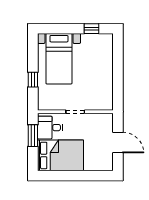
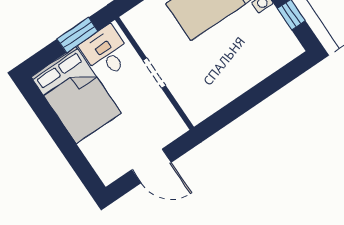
door: (118, 143) -> (152, 166), hinge flipped

